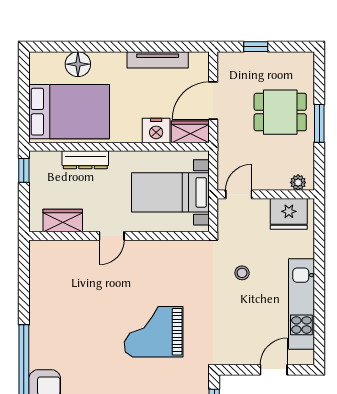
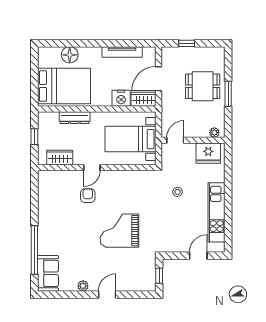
window: (24, 170) -> (34, 137), moved
armchair: (105, 278) -> (88, 196), added

